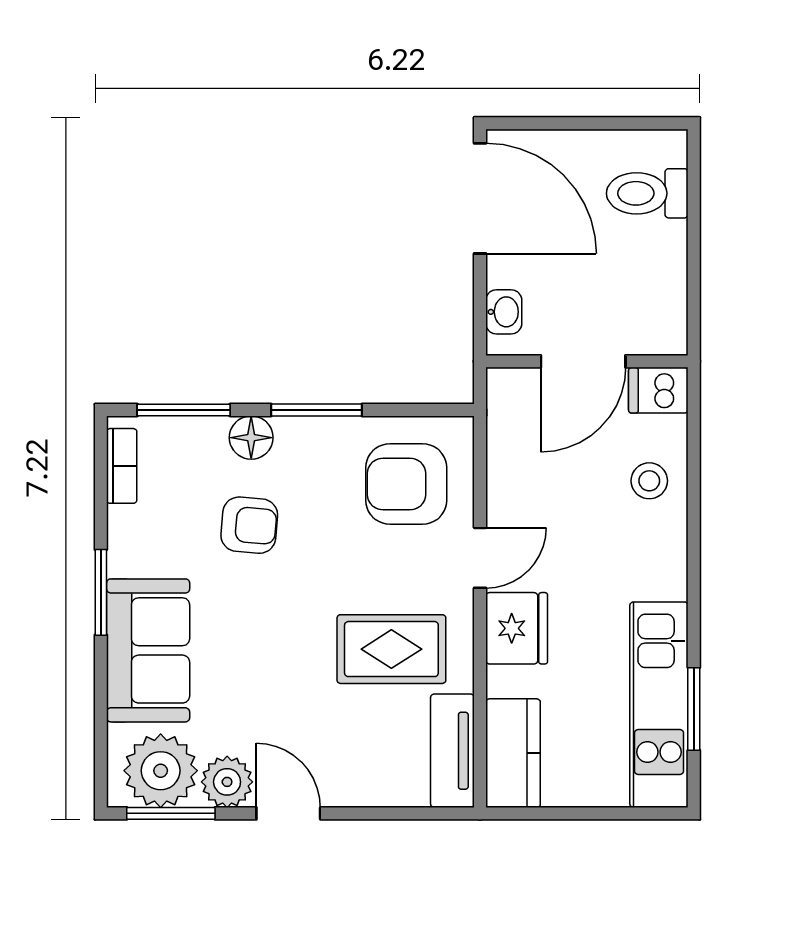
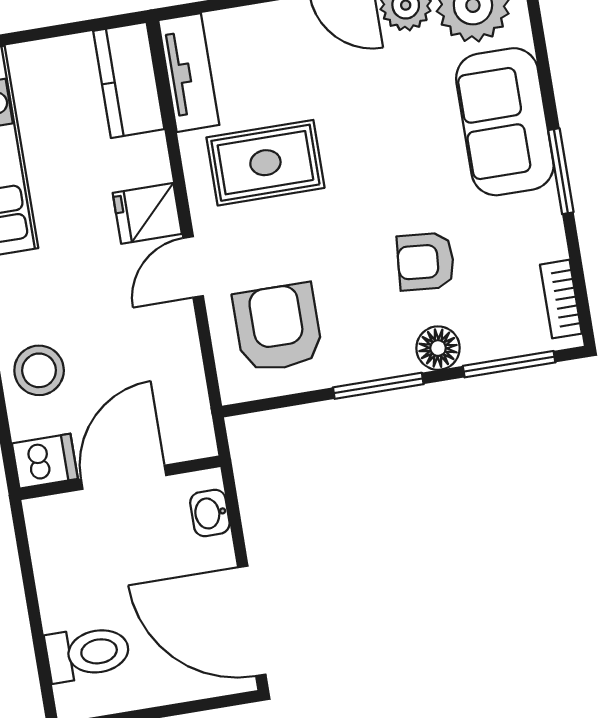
stool: (649, 481) -> (39, 370), width x1.37, depth x1.37
armchair: (406, 484) -> (278, 328), turned -90
fridge: (517, 628) -> (147, 213), width x0.72

